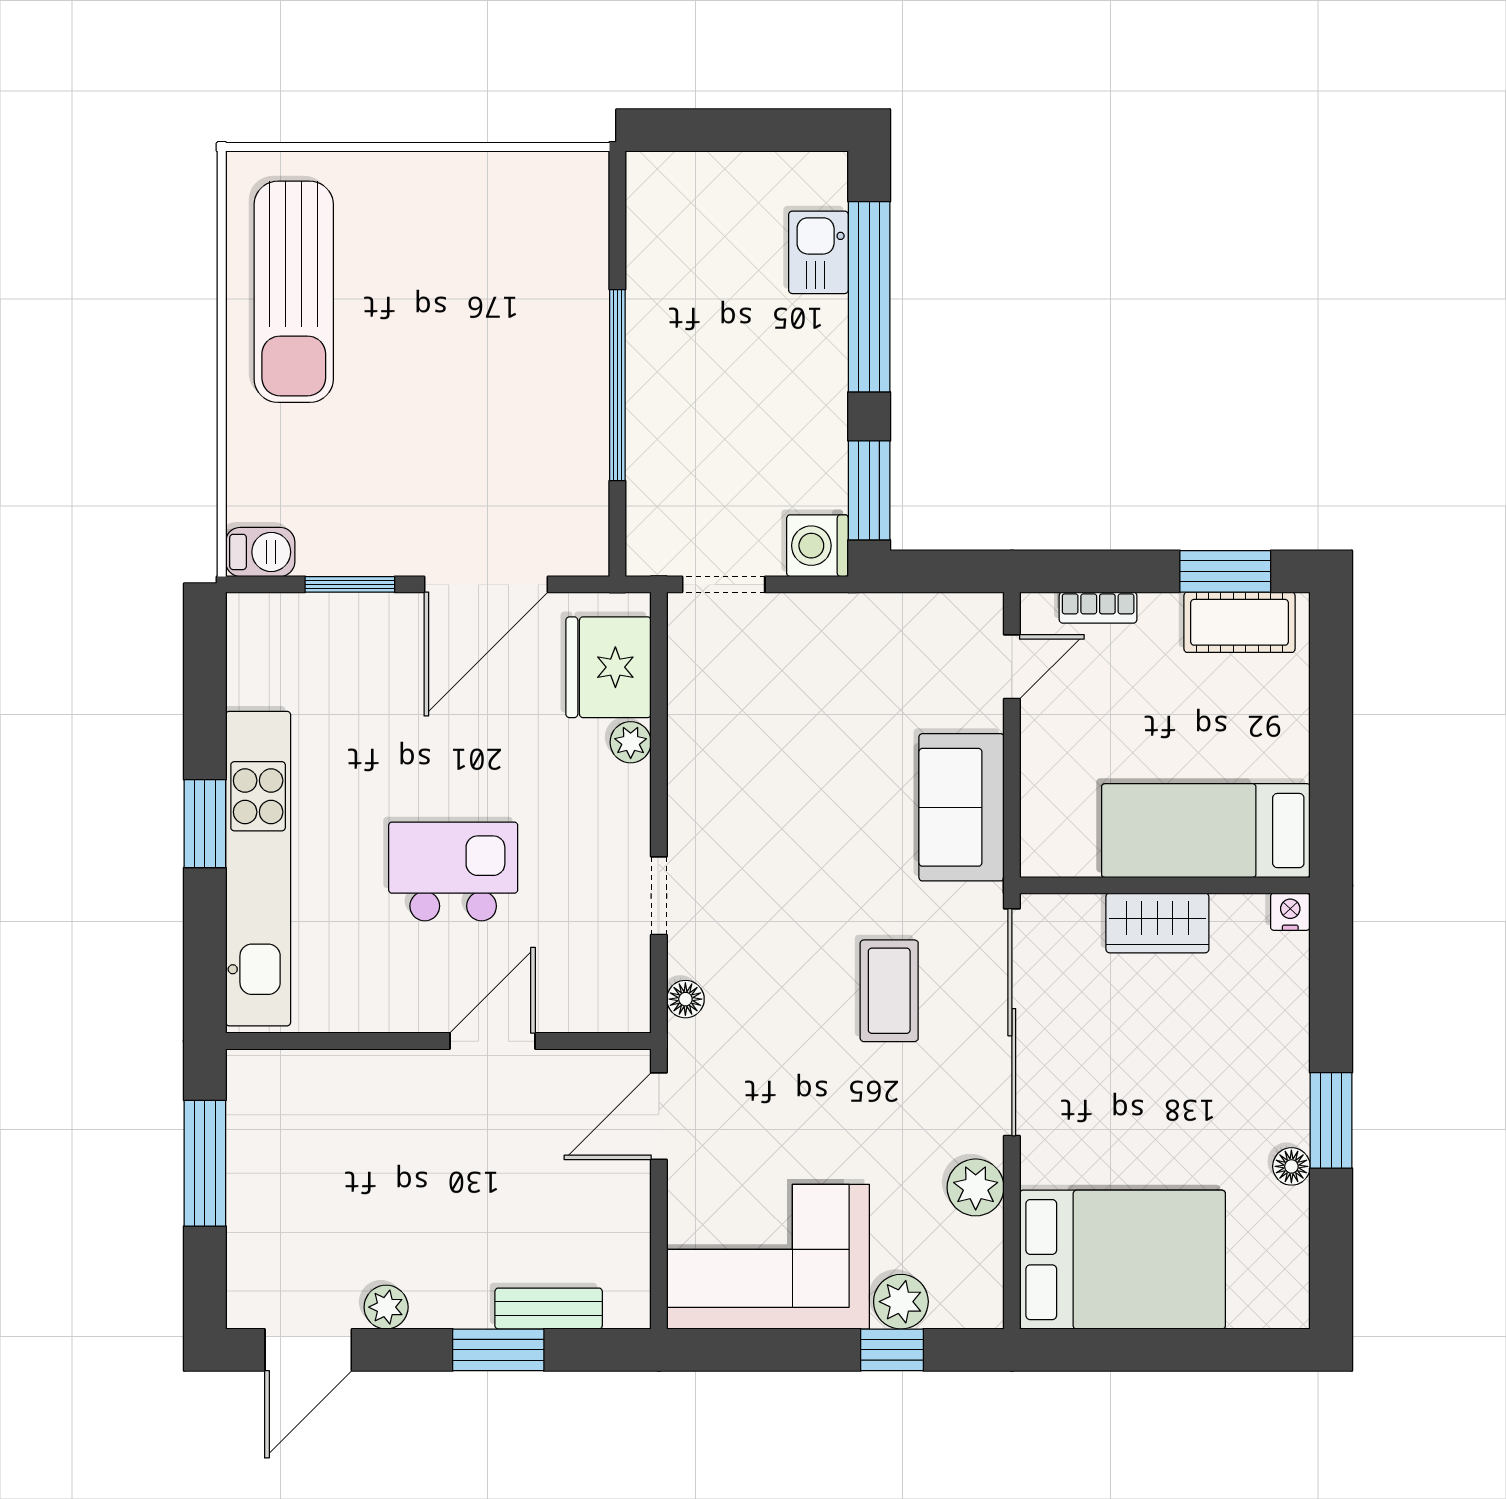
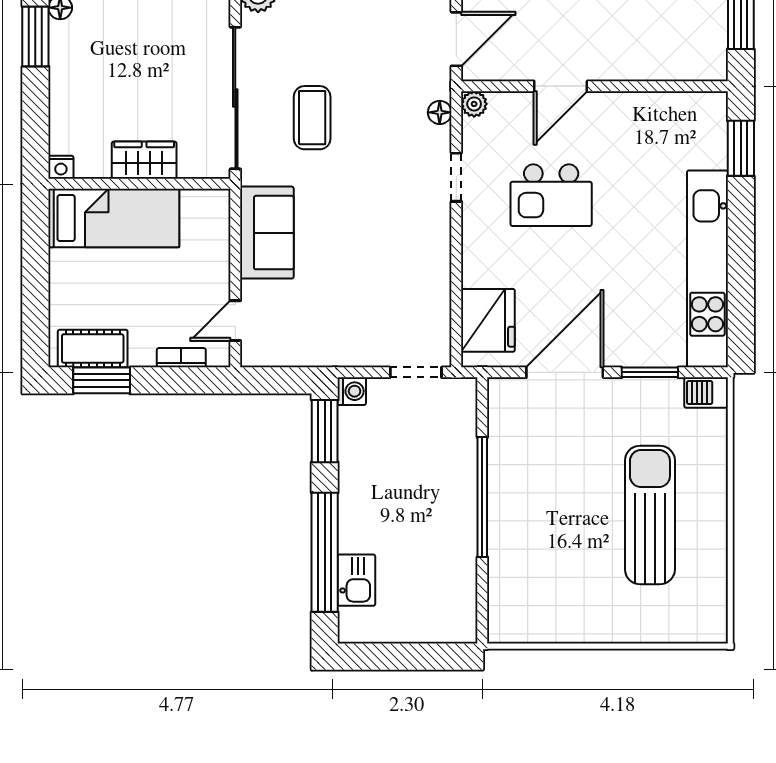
sun lounger: (294, 292) -> (650, 515), moved
washing machine: (817, 546) -> (352, 391), width x0.73, depth x0.73
plant: (631, 742) -> (474, 104), moved
window: (205, 824) -> (741, 148), moved
kitchen unit: (258, 869) -> (707, 269), moved
kitchen island: (453, 871) -> (551, 195), moved

